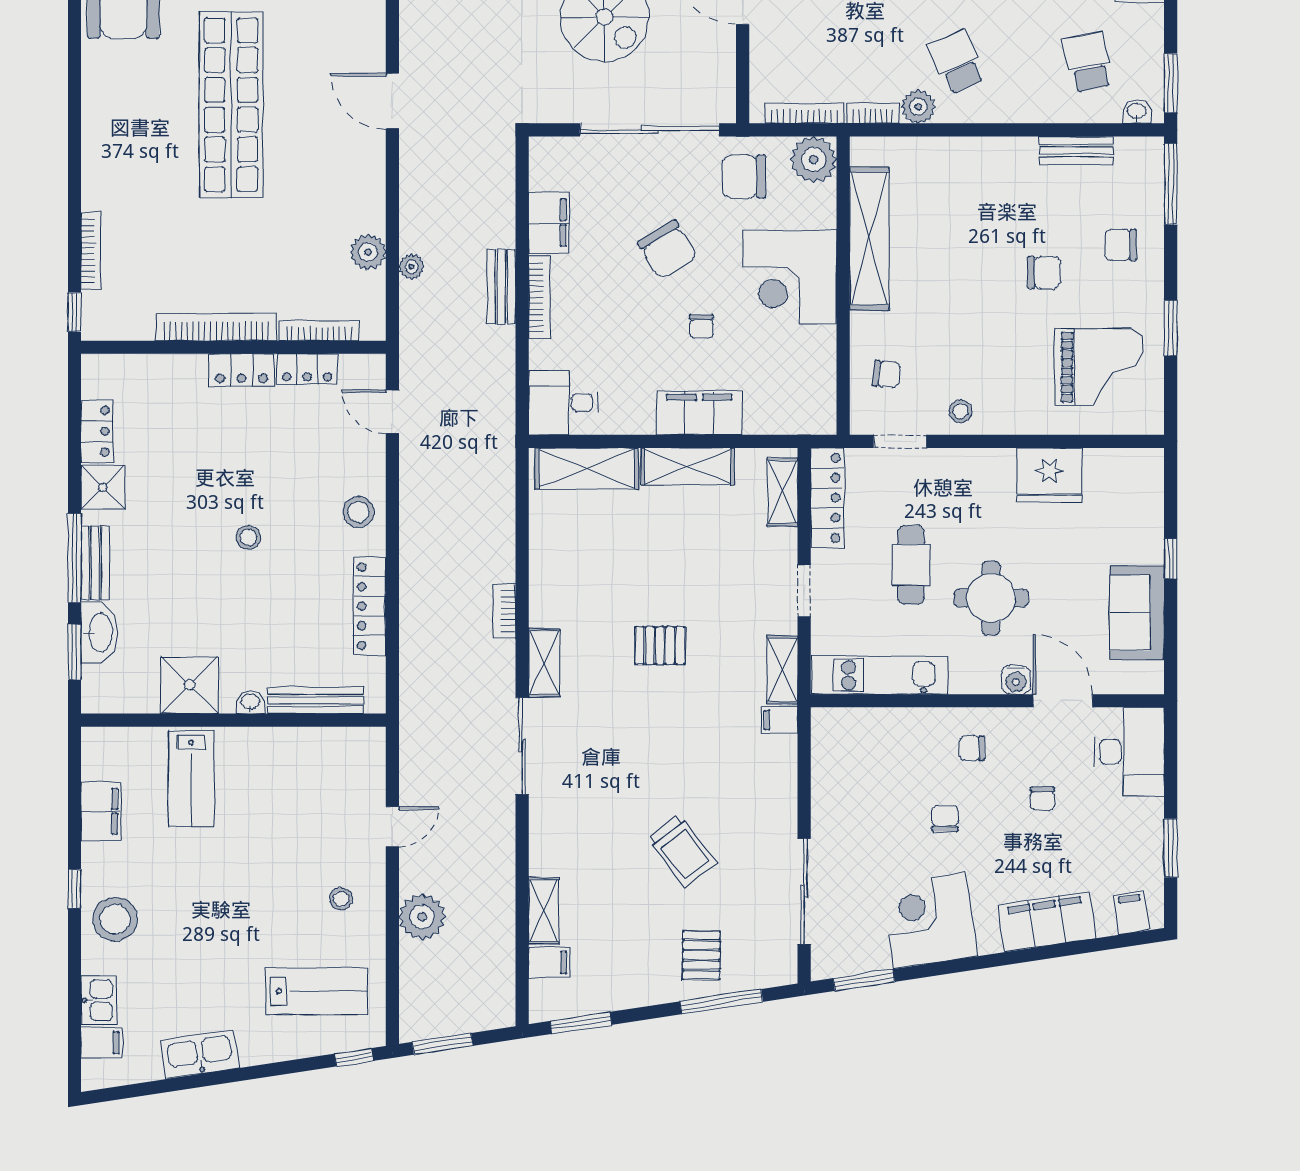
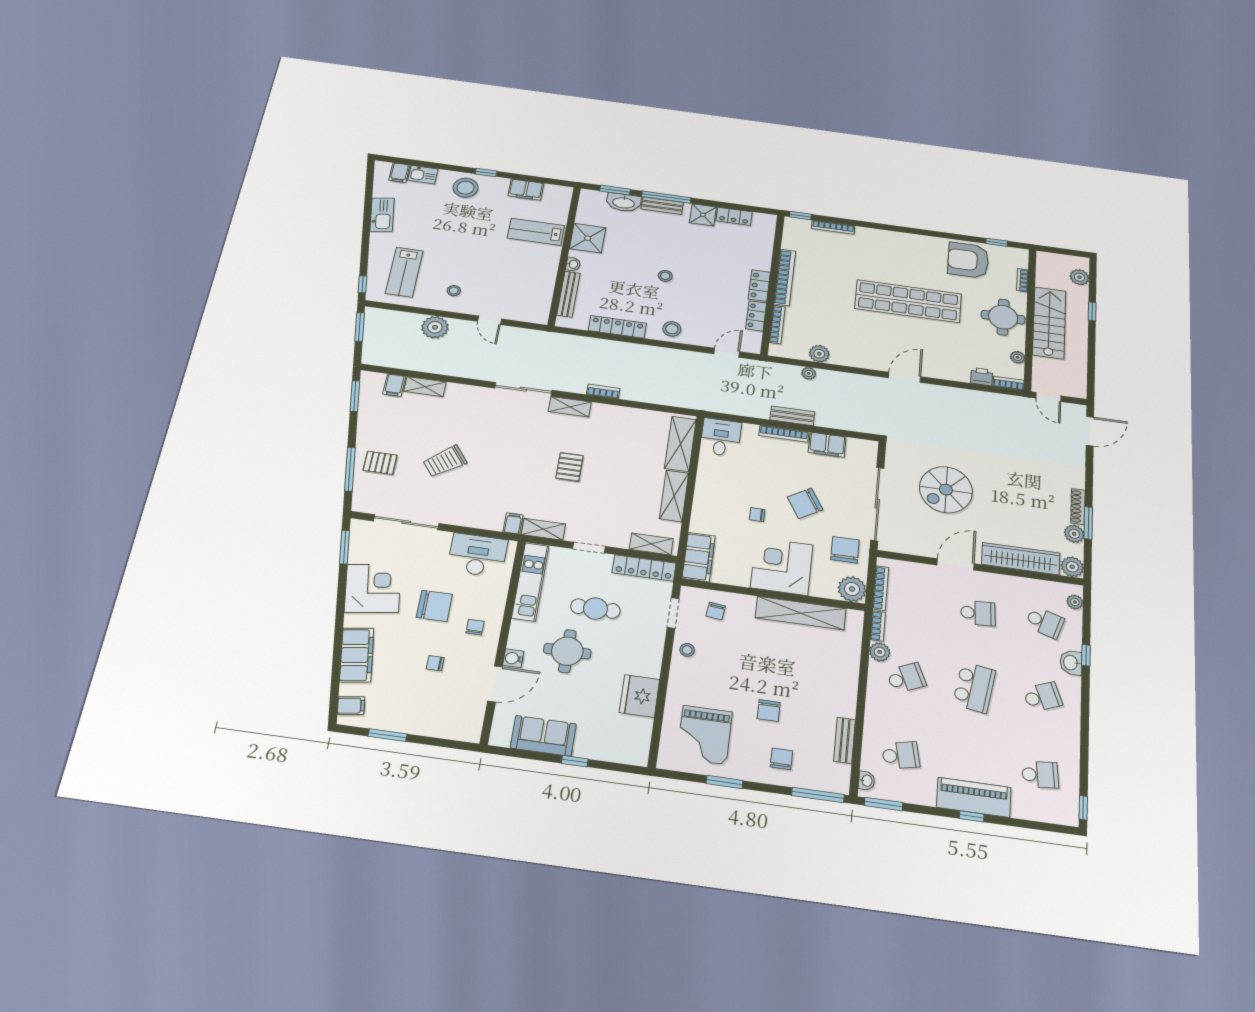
filing cabinet: (699, 413) -> (699, 557), moved
desk: (1129, 752) -> (477, 555), moved, turned 180
chair: (945, 818) -> (434, 606), width x1.87, depth x1.87

